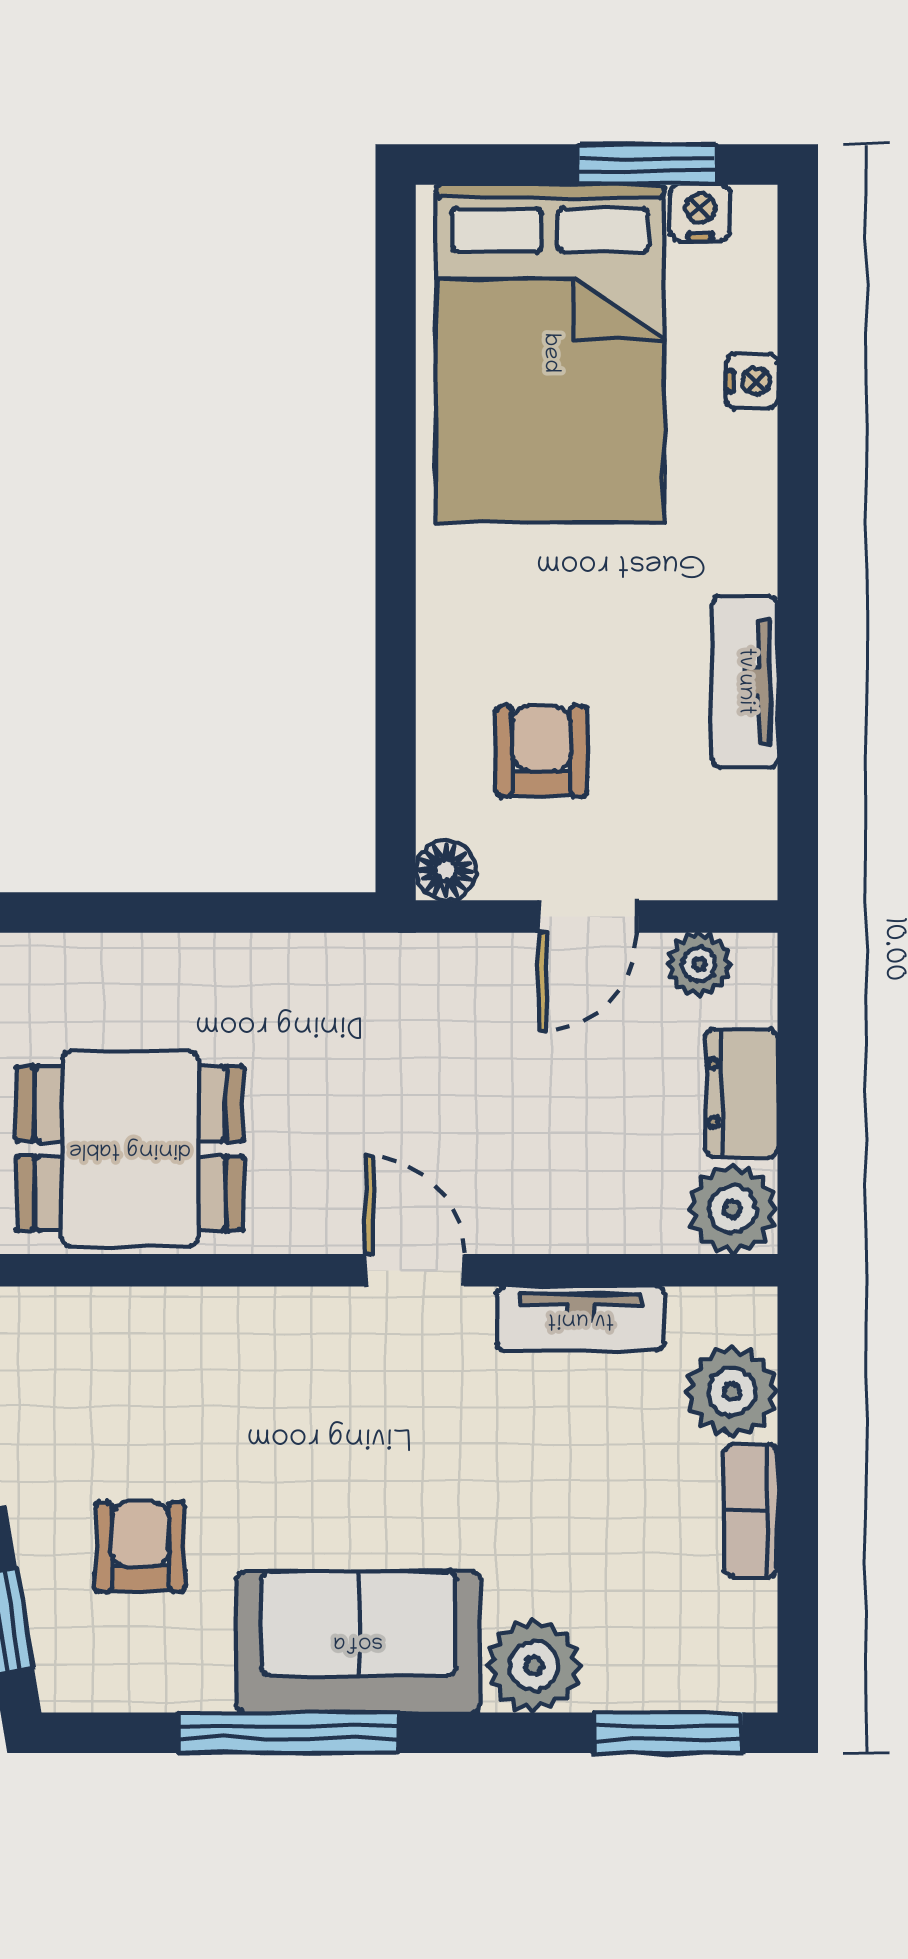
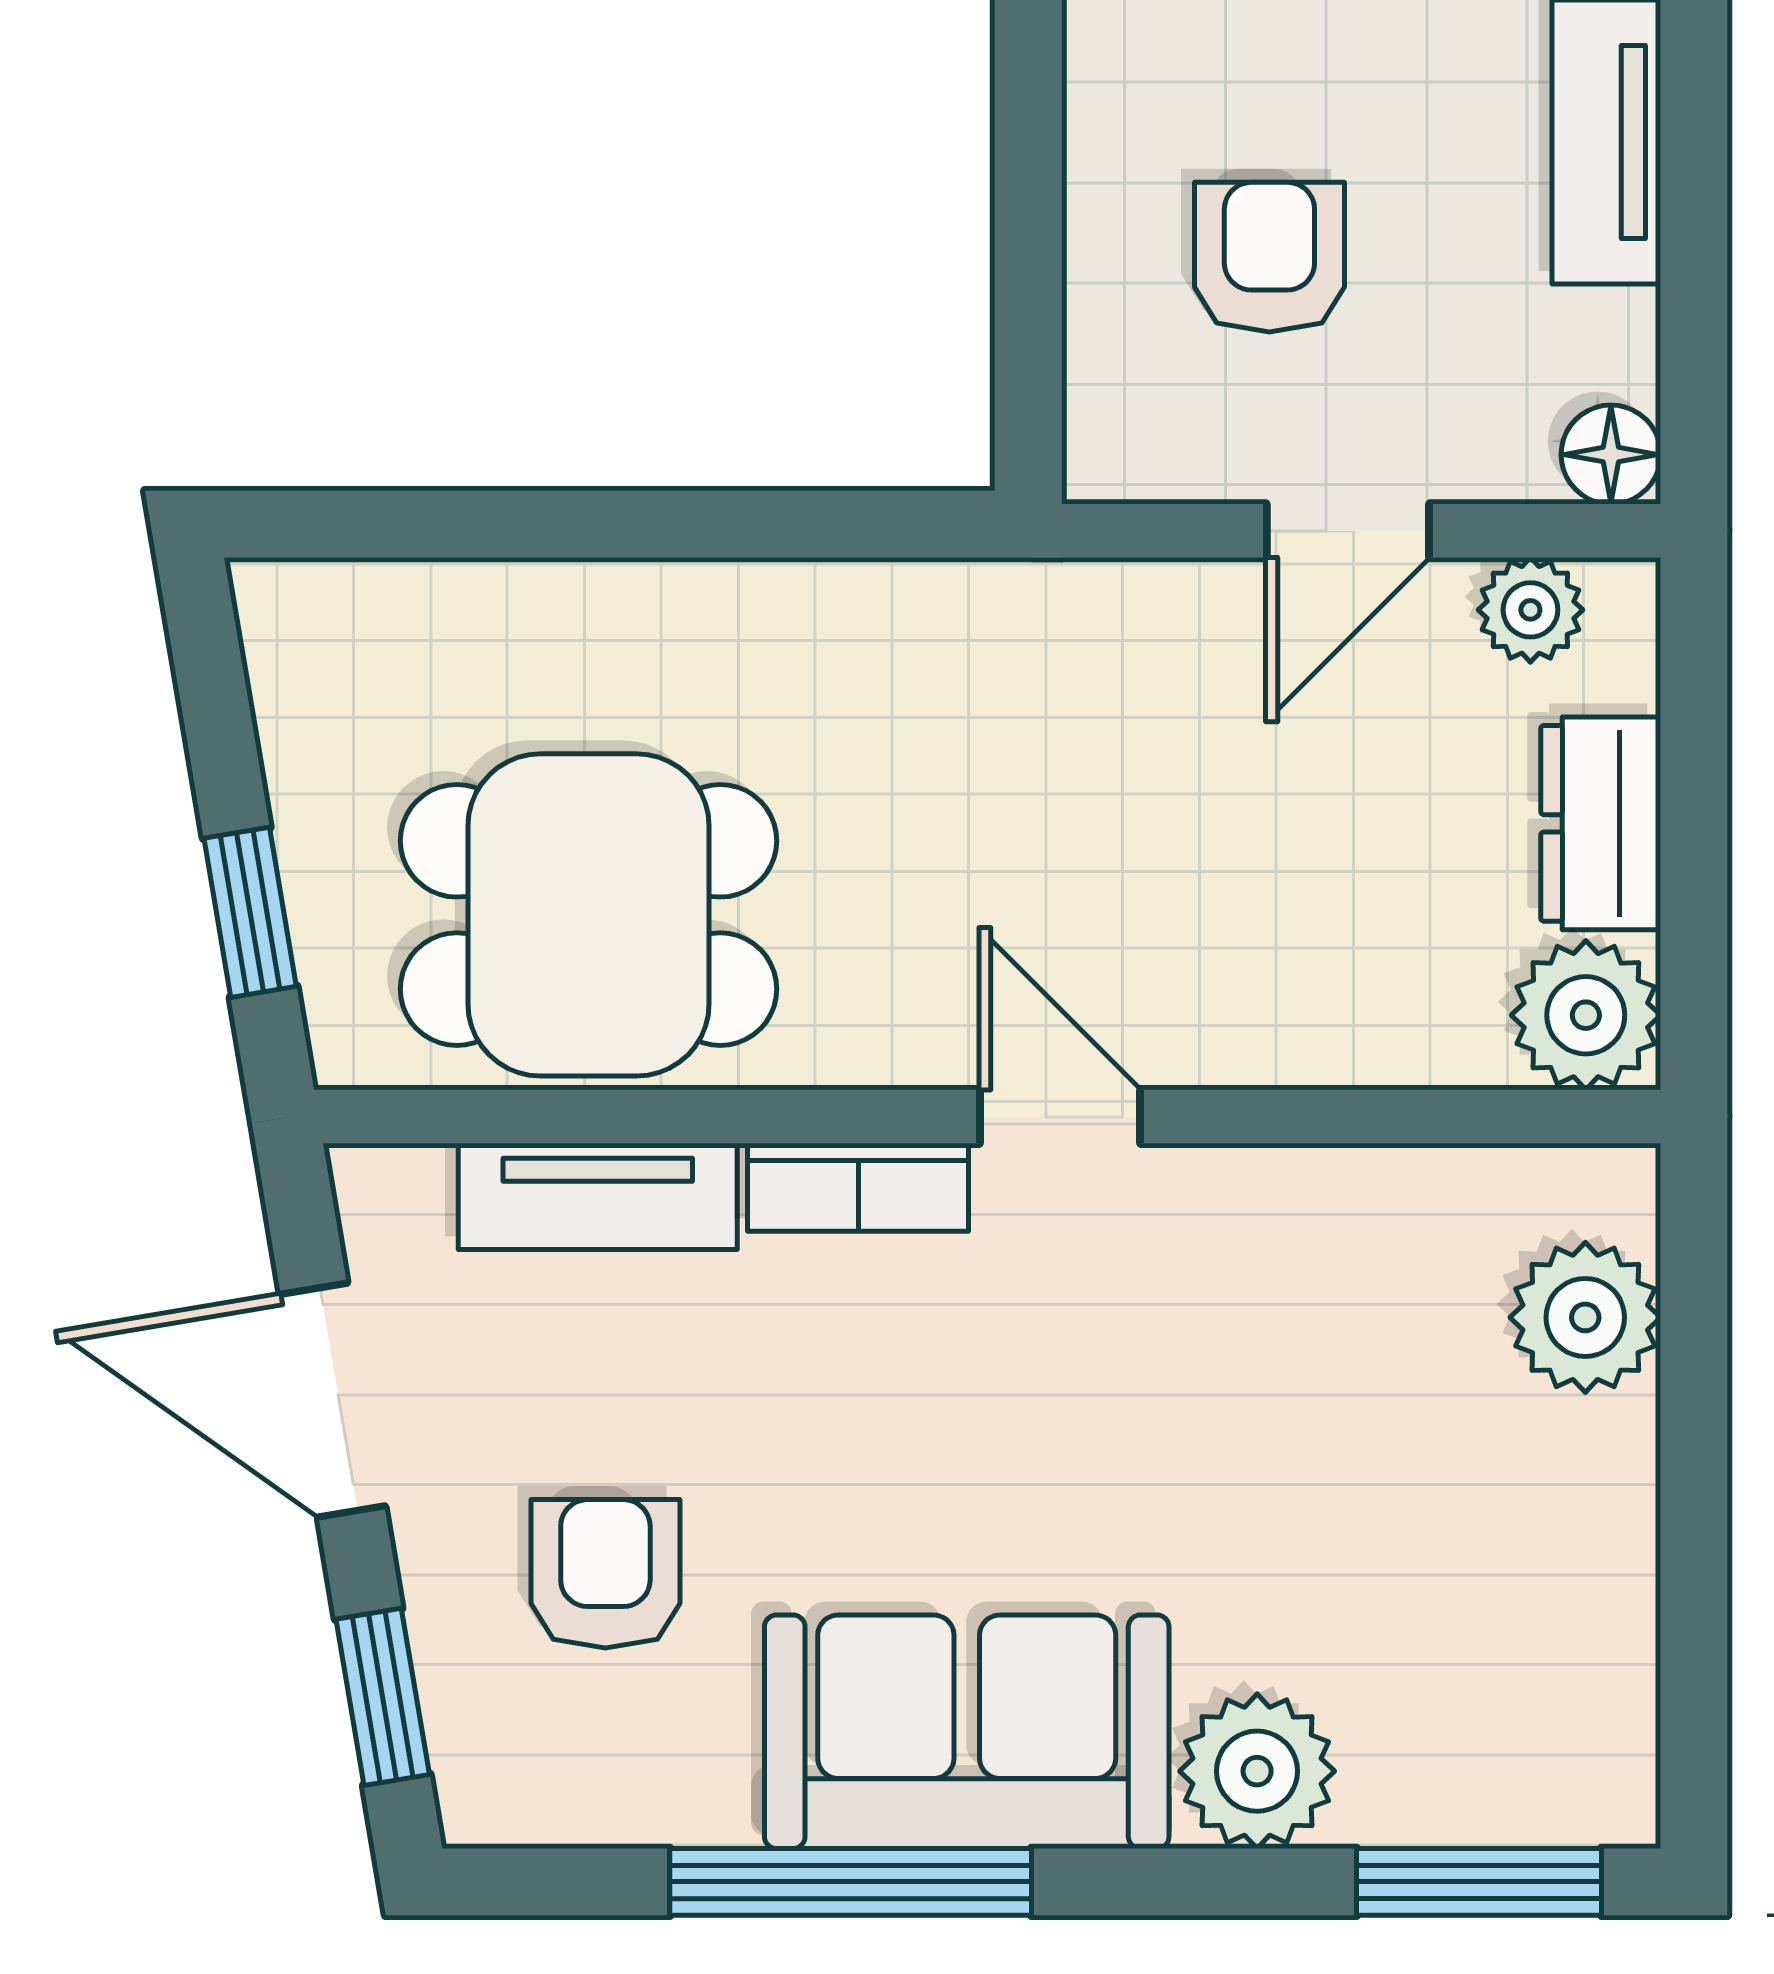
floor lamp: (446, 870) -> (1611, 455), moved
tv unit: (581, 1319) -> (598, 1196), moved
bookcase: (751, 1510) -> (858, 1187), moved, turned -90

